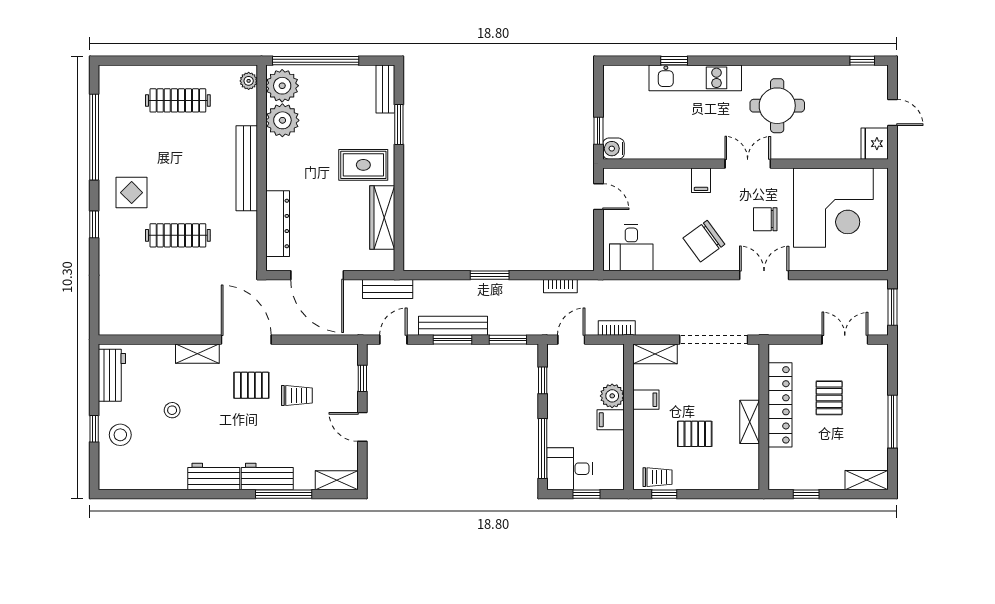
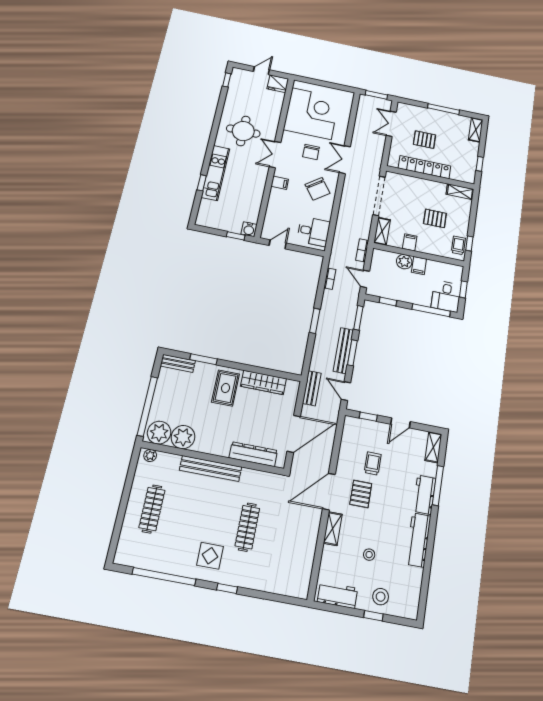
shelving: (750, 422) -> (460, 192), moved
pallet: (695, 434) -> (435, 218), turned 90
workbench: (214, 476) -> (418, 540), width x1.37

